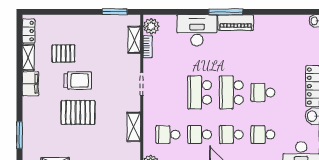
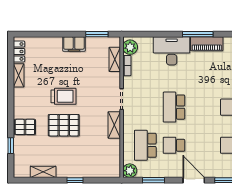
pallet: (63, 54) -> (25, 127), moved
filing cabinet: (30, 84) -> (74, 44), moved, turned 90
school desk: (231, 92) -> (203, 107), removed
shelving: (134, 127) -> (114, 125), moved
window: (20, 135) -> (11, 146), width x0.67
school desk: (168, 135) -> (145, 145), width x1.85
school desk: (231, 135) -> (203, 145), removed

